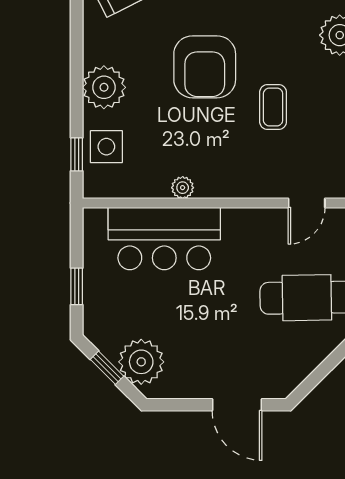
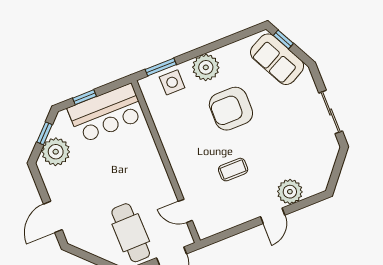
armchair: (205, 67) -> (231, 109), moved
window: (77, 154) -> (161, 67), width x1.50
plant: (183, 188) -> (166, 136), removed
bar counter: (164, 239) -> (106, 113), moved, turned -90

